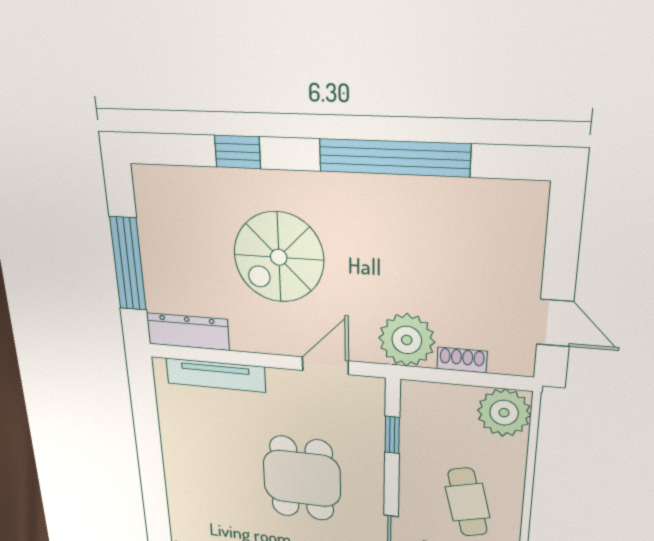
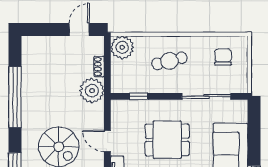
door: (325, 366) -> (107, 141), moved

